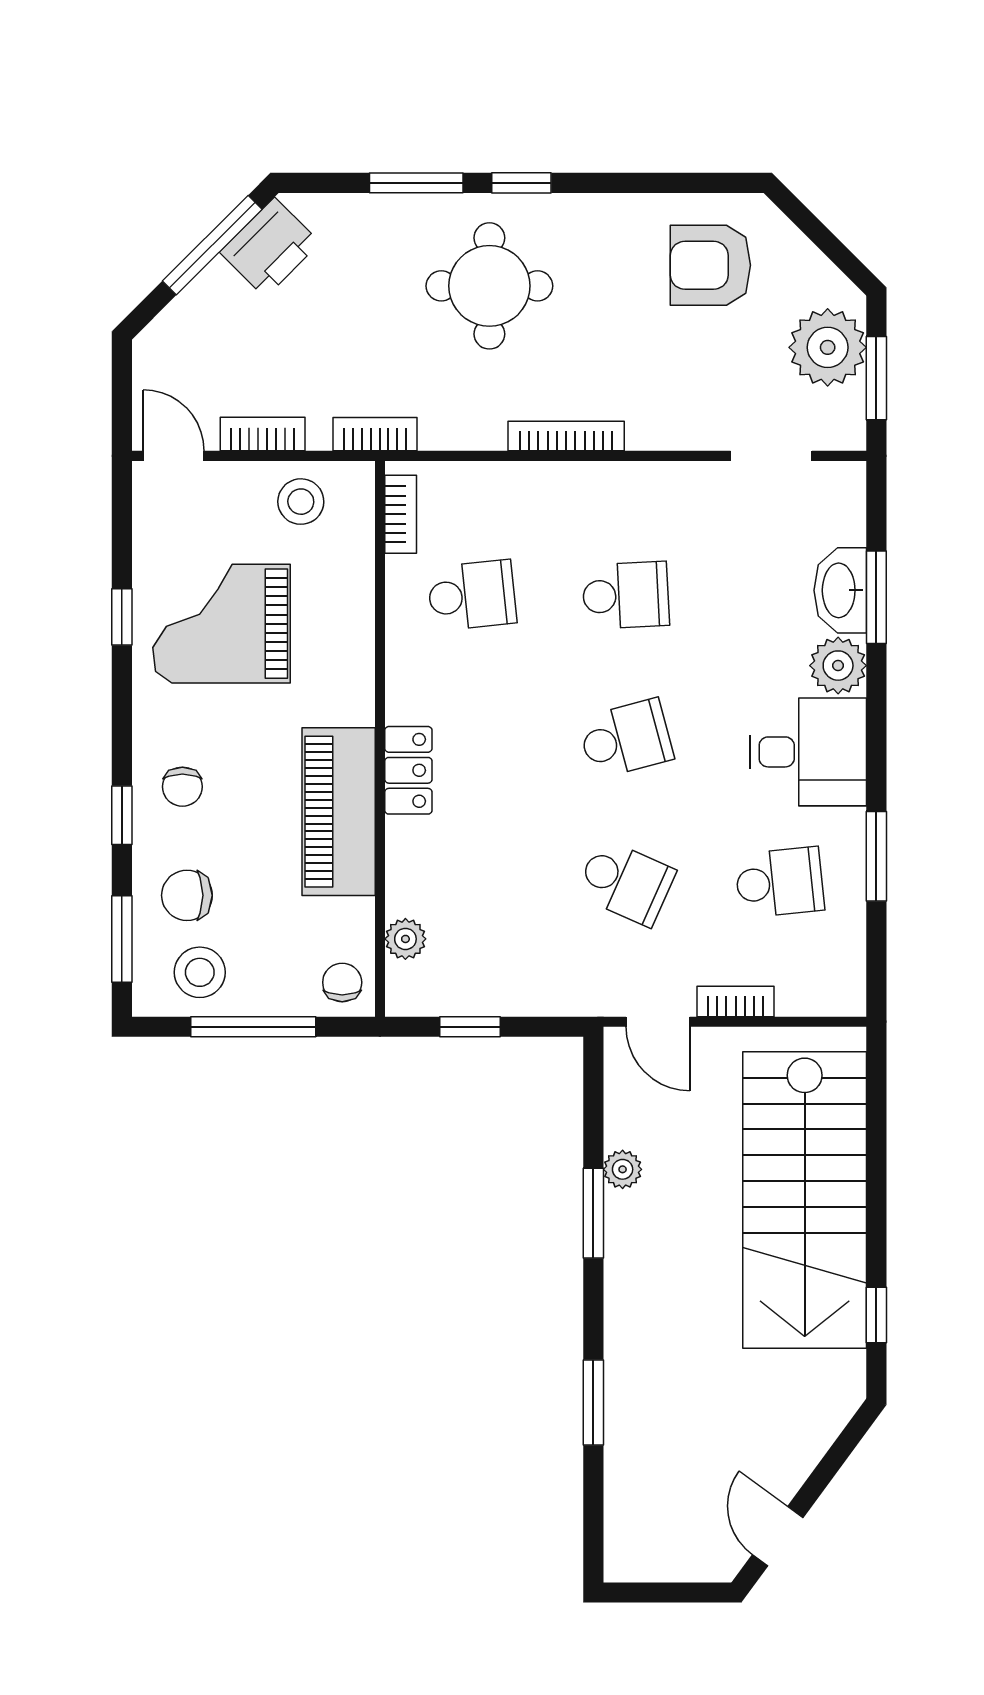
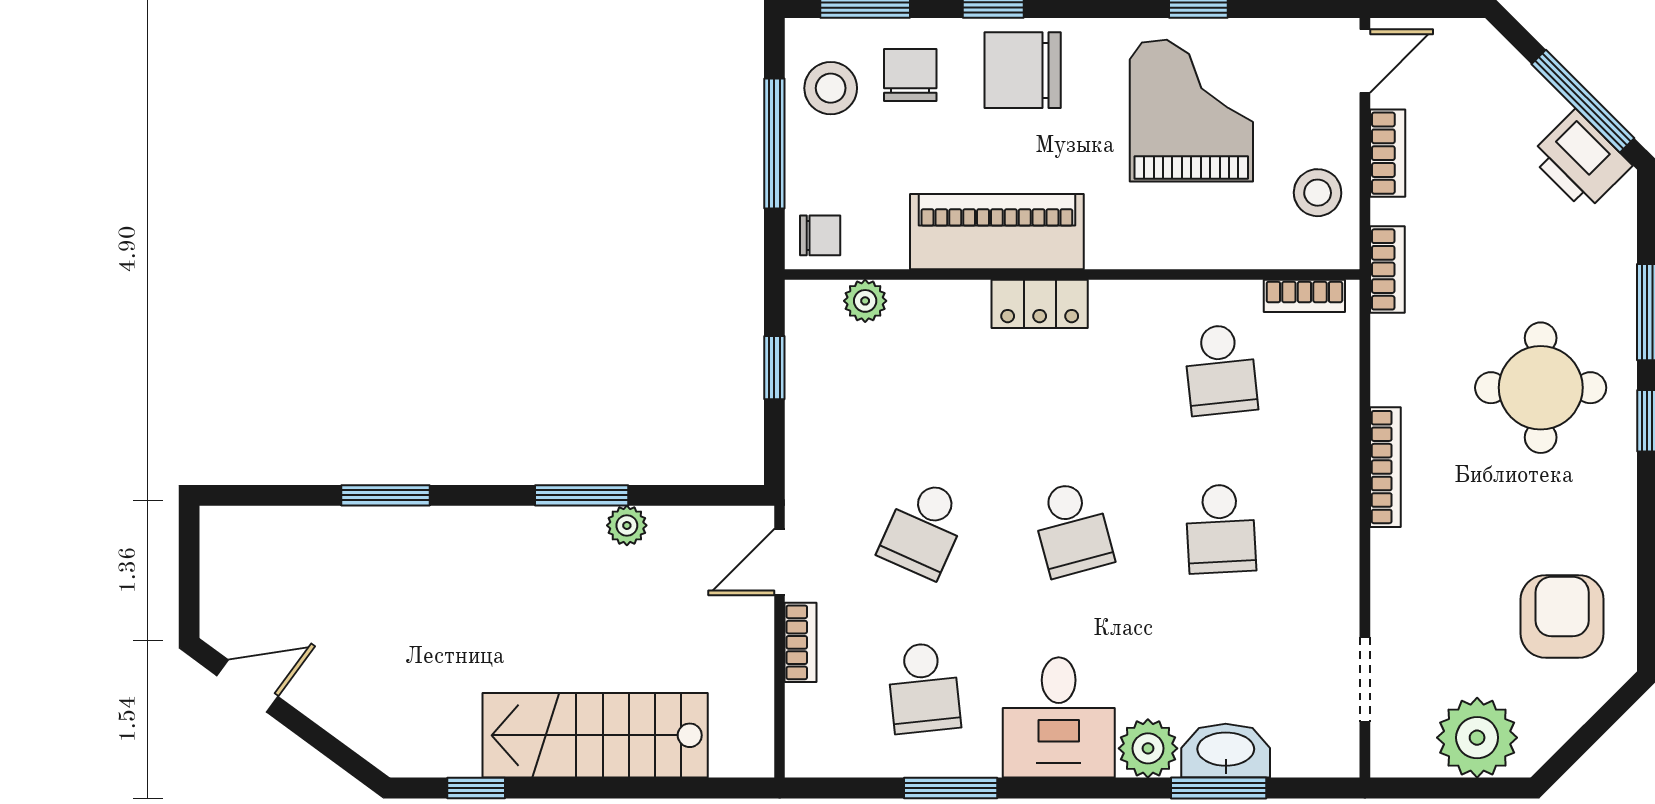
window: (876, 378) -> (1445, 788), removed
chair: (182, 787) -> (1023, 70), width x1.87, depth x1.87
stairs: (805, 1200) -> (595, 735), width x0.73, depth x0.66

